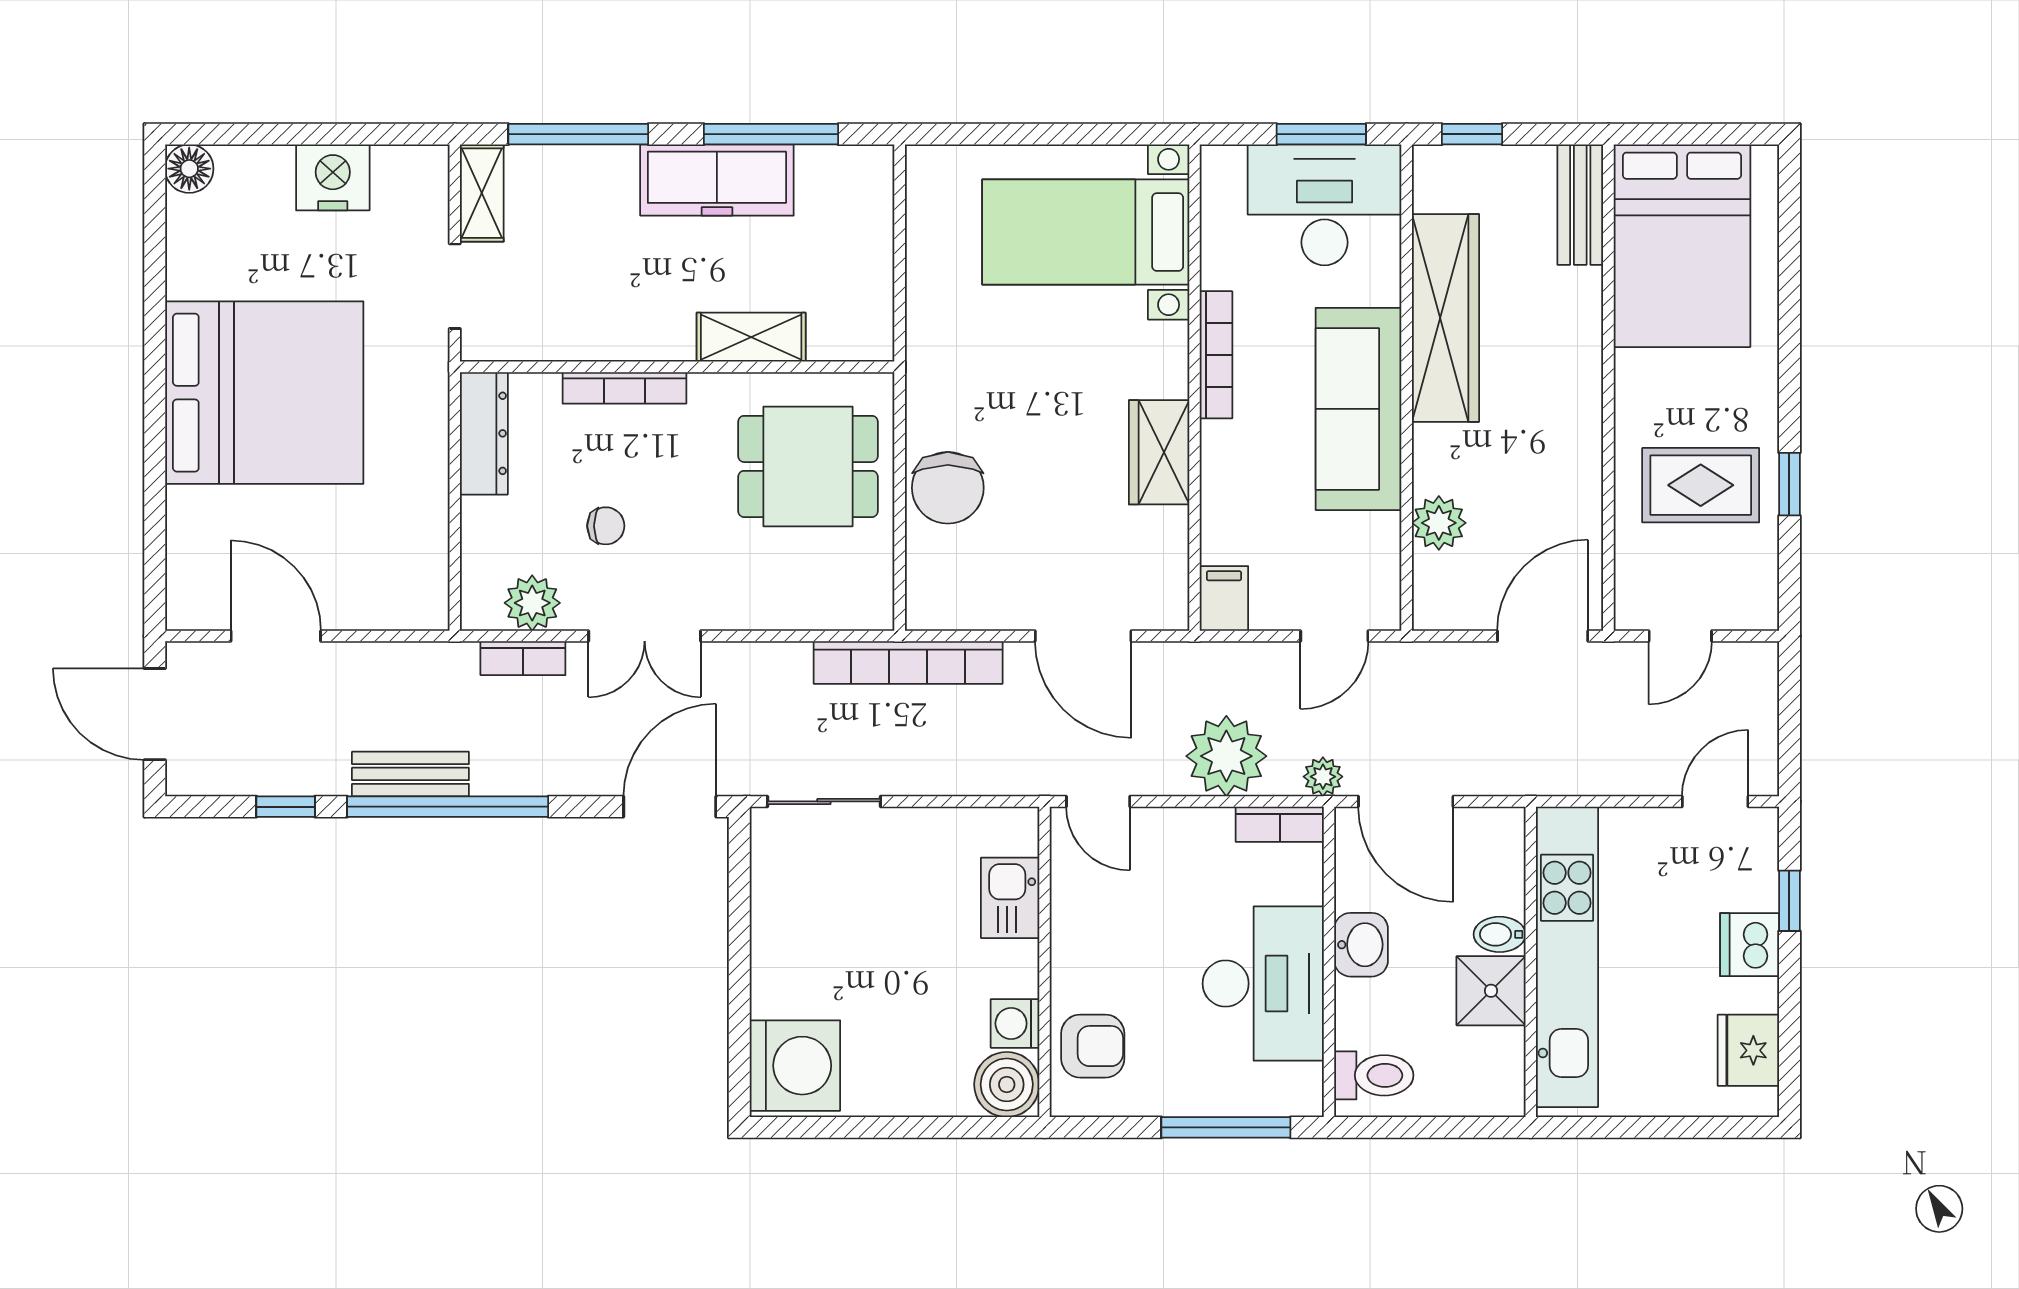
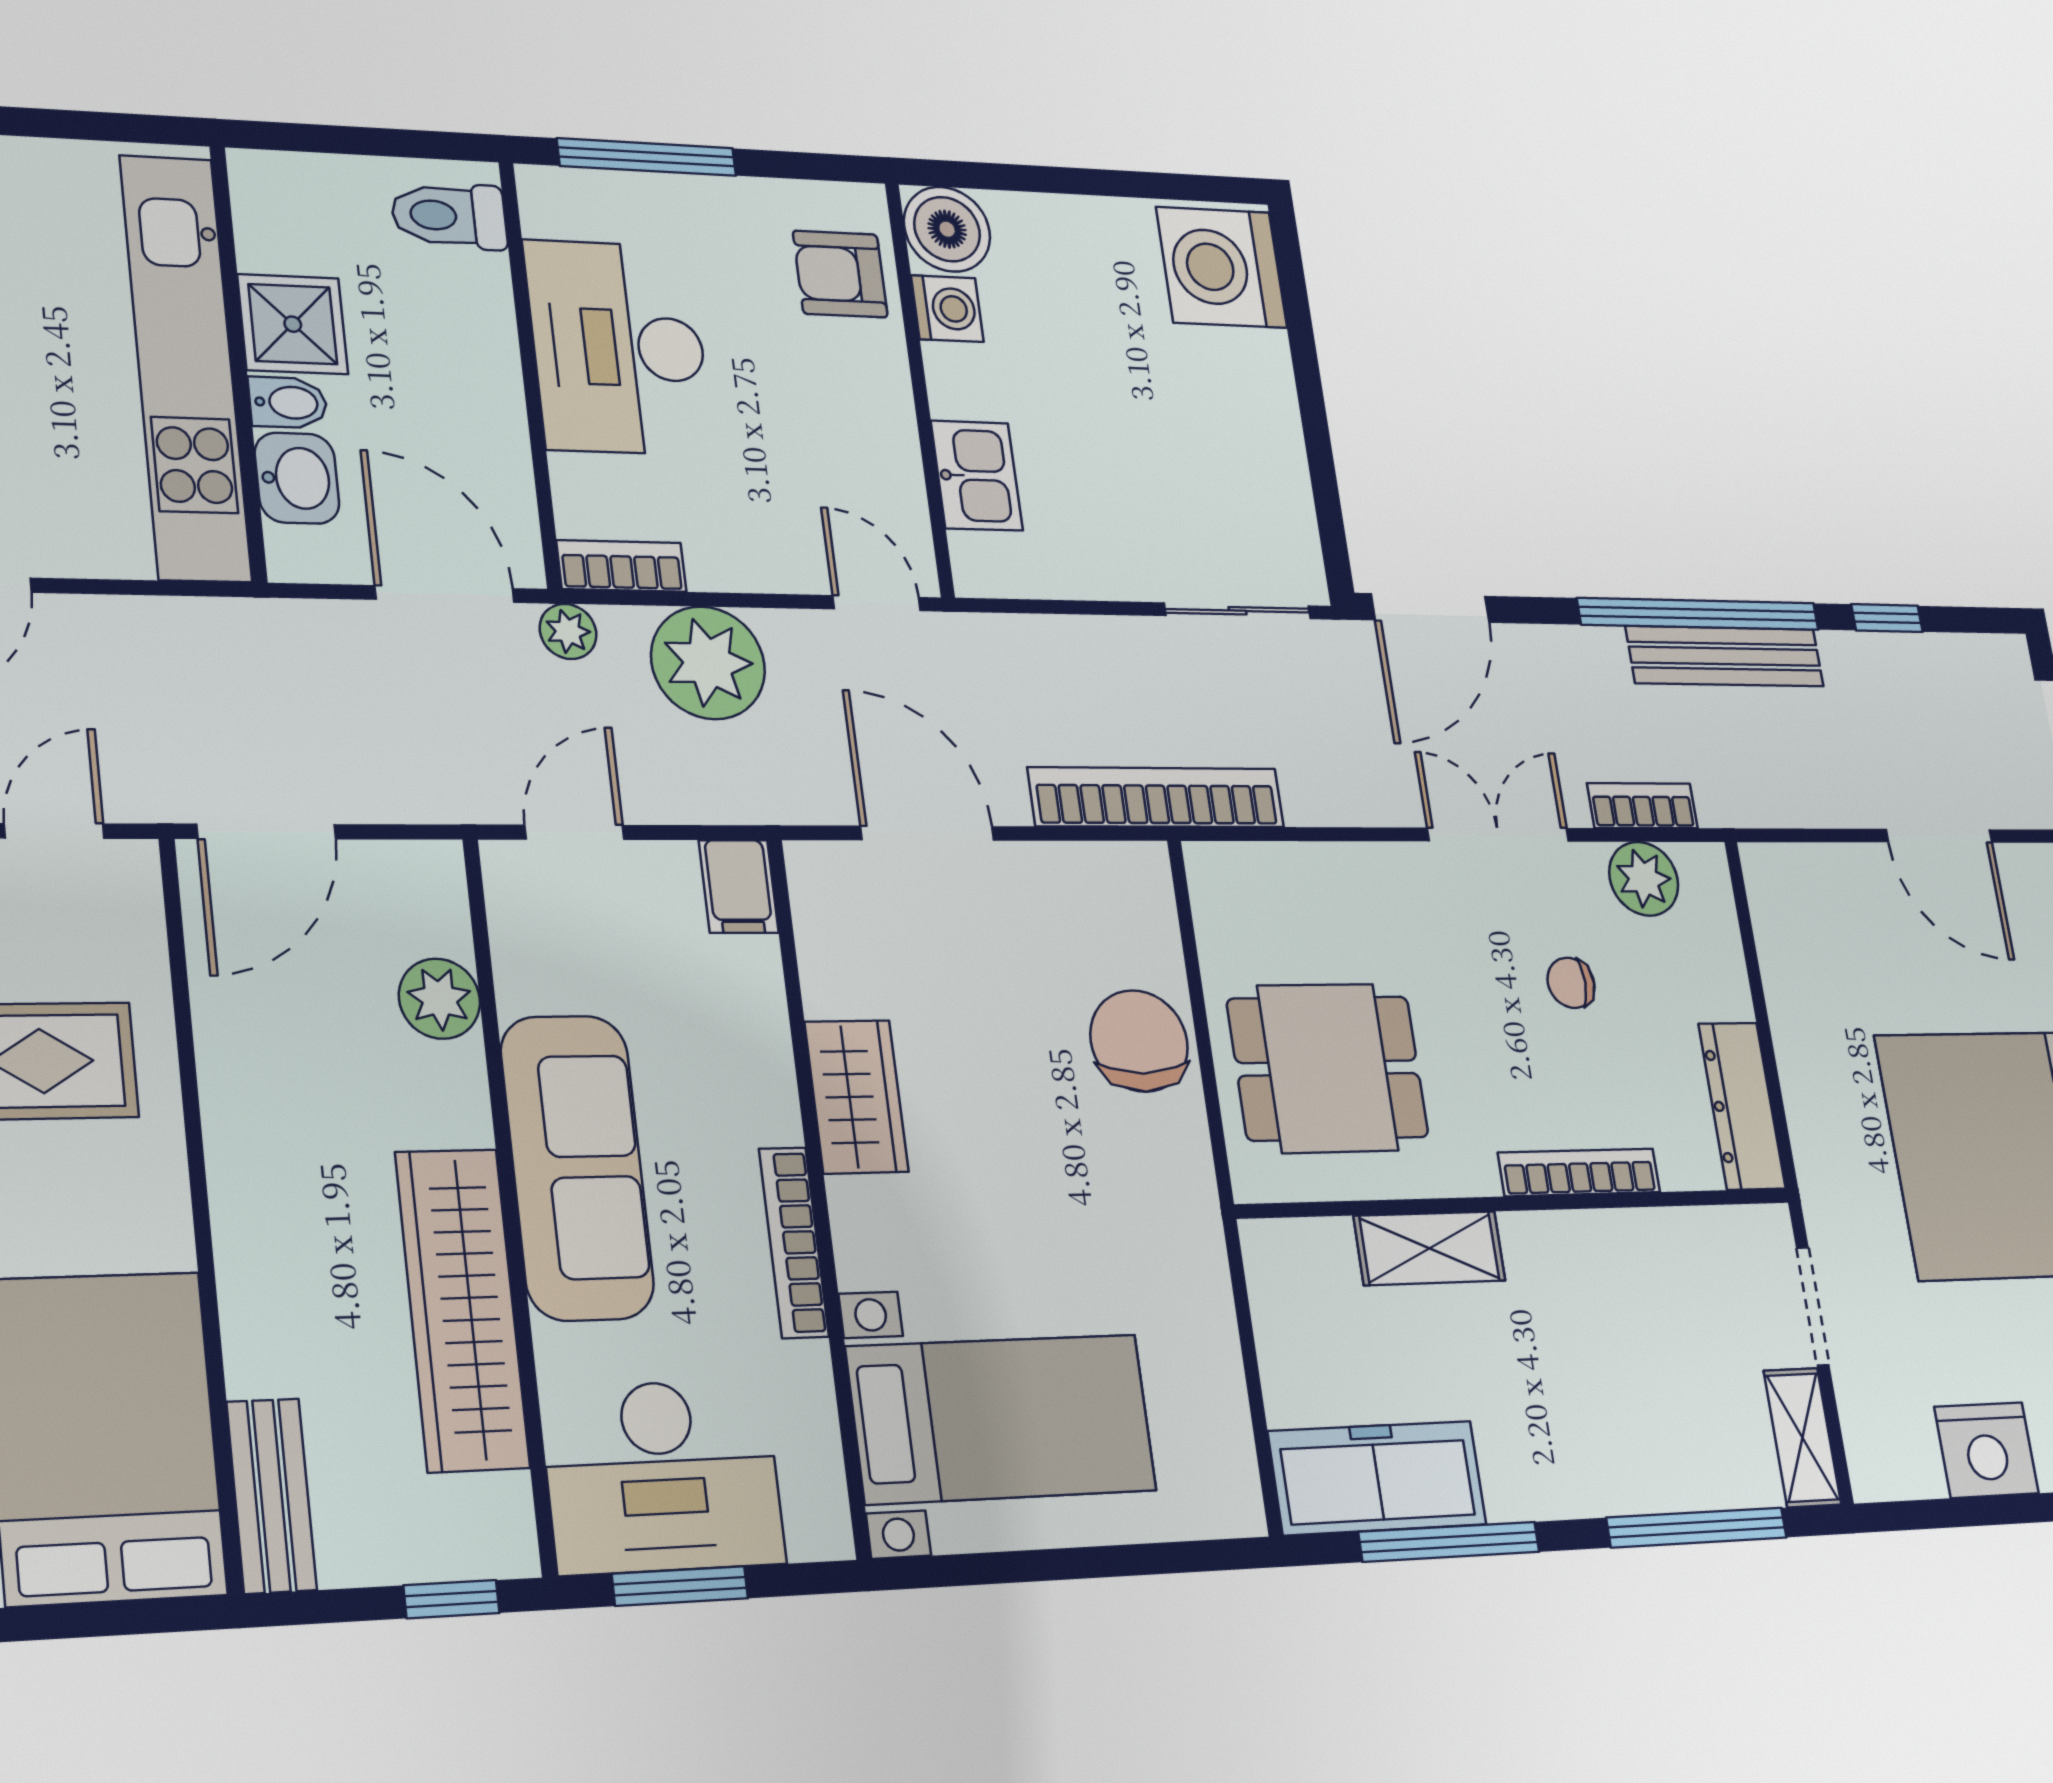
freezer: (717, 180) -> (1377, 1478), moved
bench: (410, 774) -> (1725, 656), width x1.36
washbasin: (1361, 945) -> (297, 478), moved, turned 180

